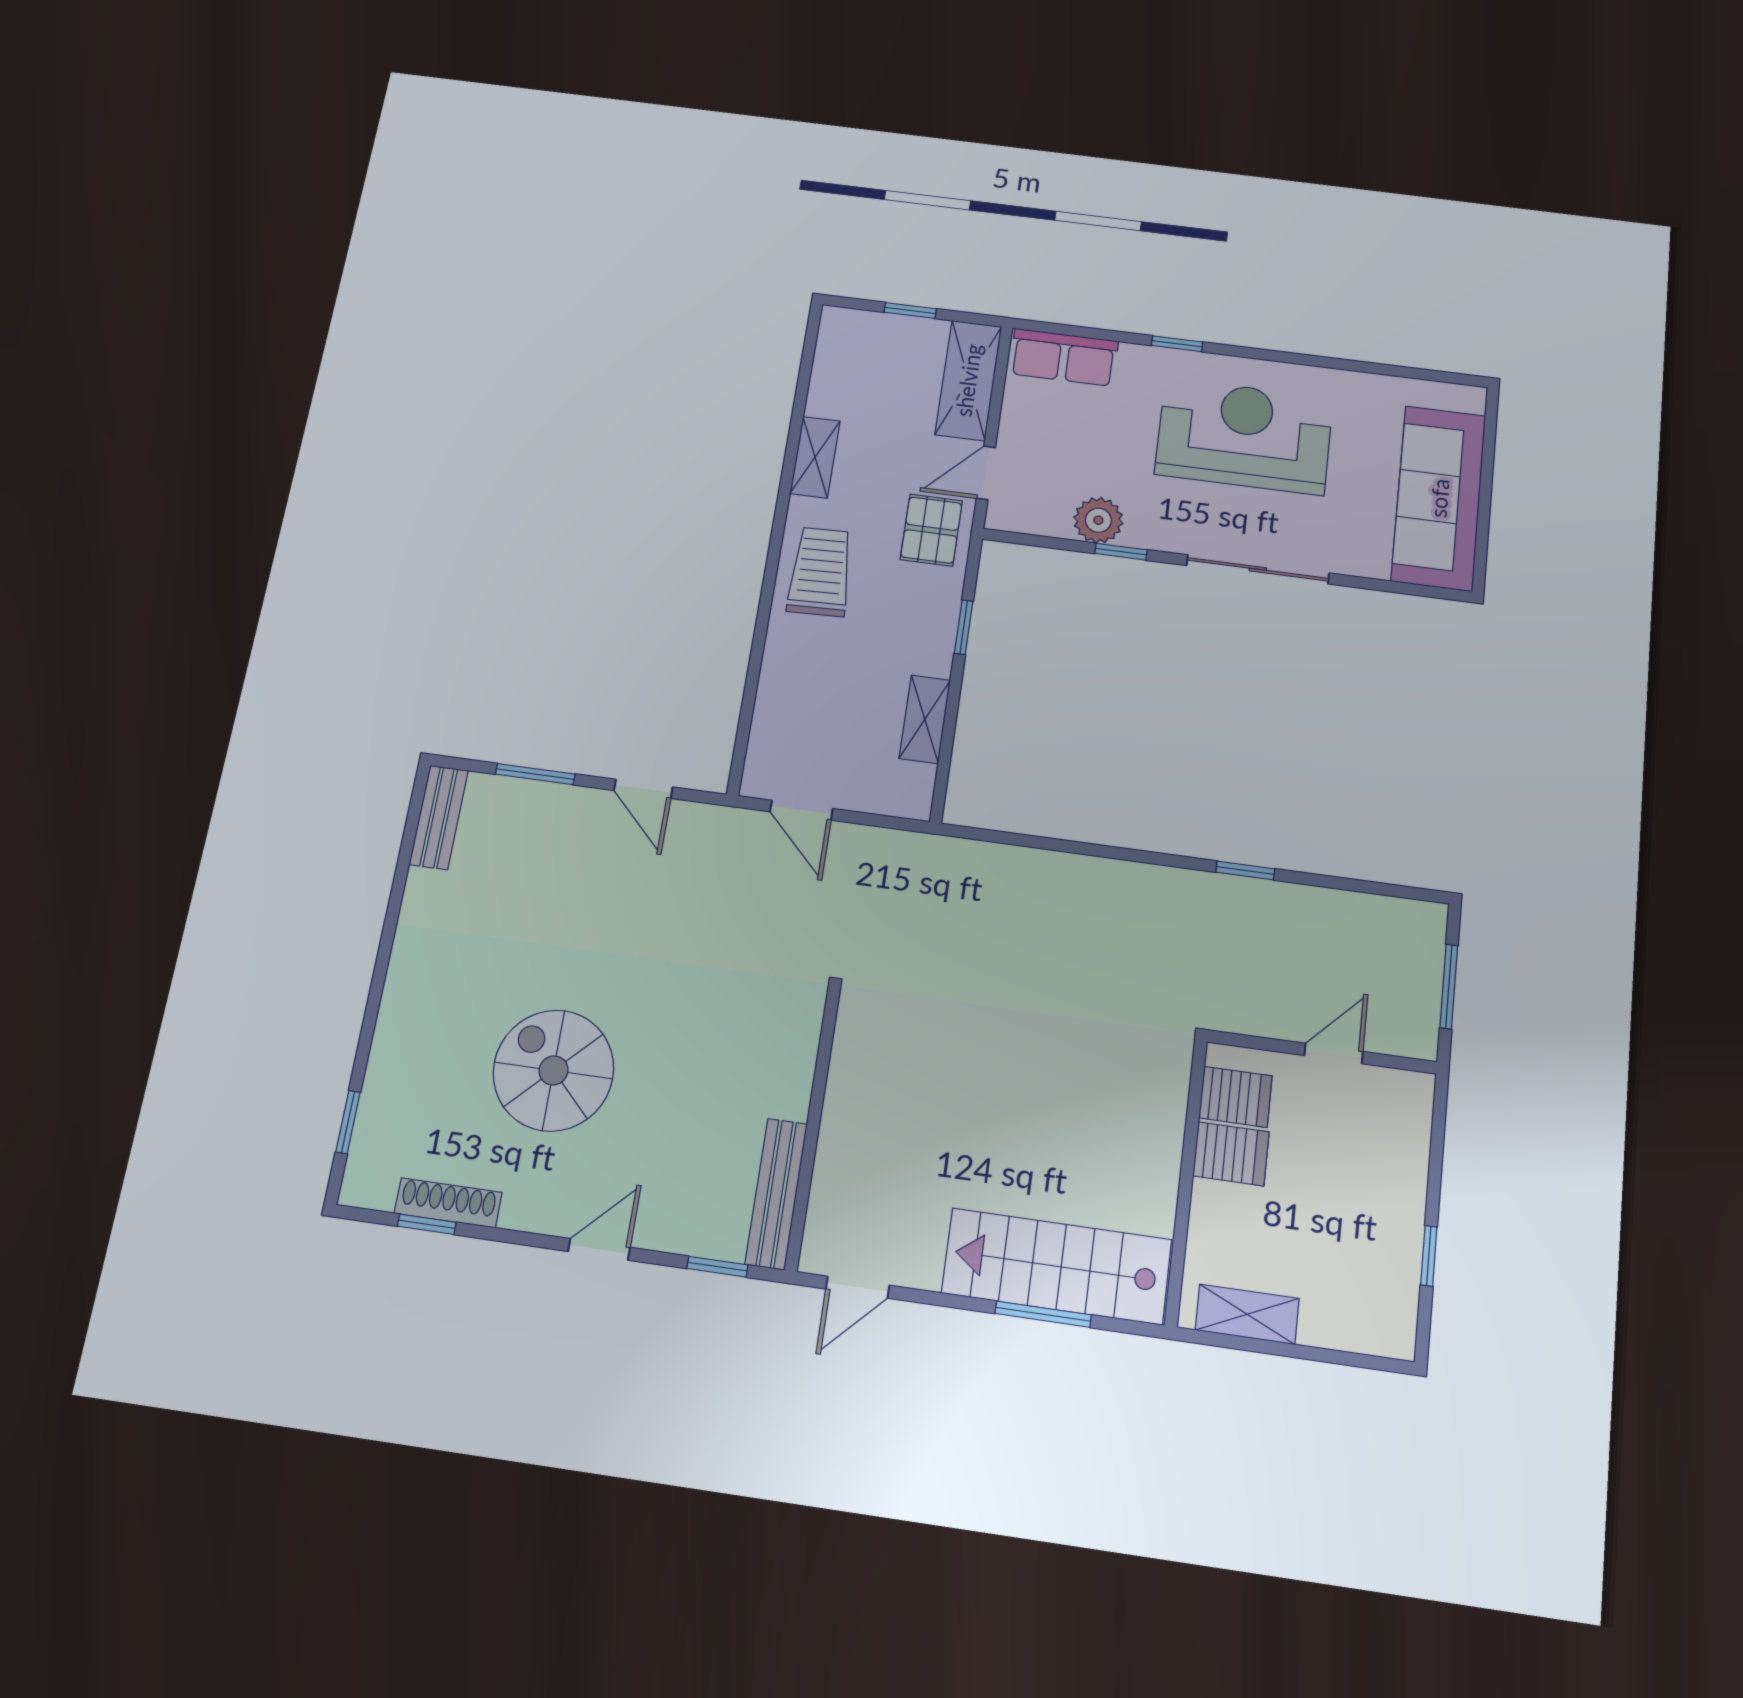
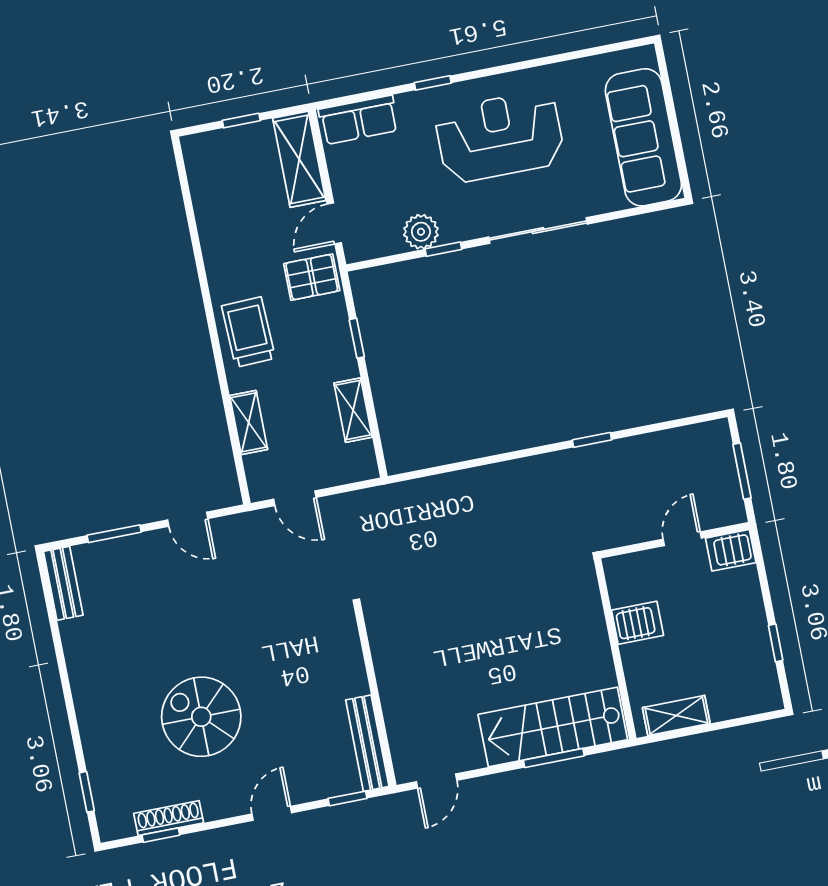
shelving: (815, 457) -> (249, 422), moved
pallet: (931, 530) -> (312, 277), turned 90
server rack: (1236, 1097) -> (731, 550), moved, turned 180

